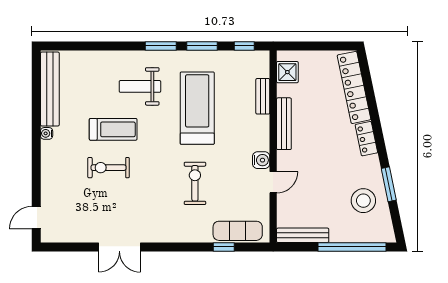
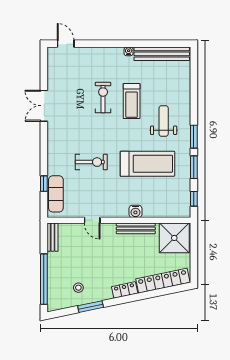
shower: (287, 72) -> (174, 238), width x1.86, depth x1.86
bench: (263, 96) -> (156, 213), removed
water cooler: (261, 160) -> (135, 211), moved
stool: (363, 201) -> (78, 288), width x0.53, depth x0.53
bench: (303, 235) -> (53, 237), width x0.73

